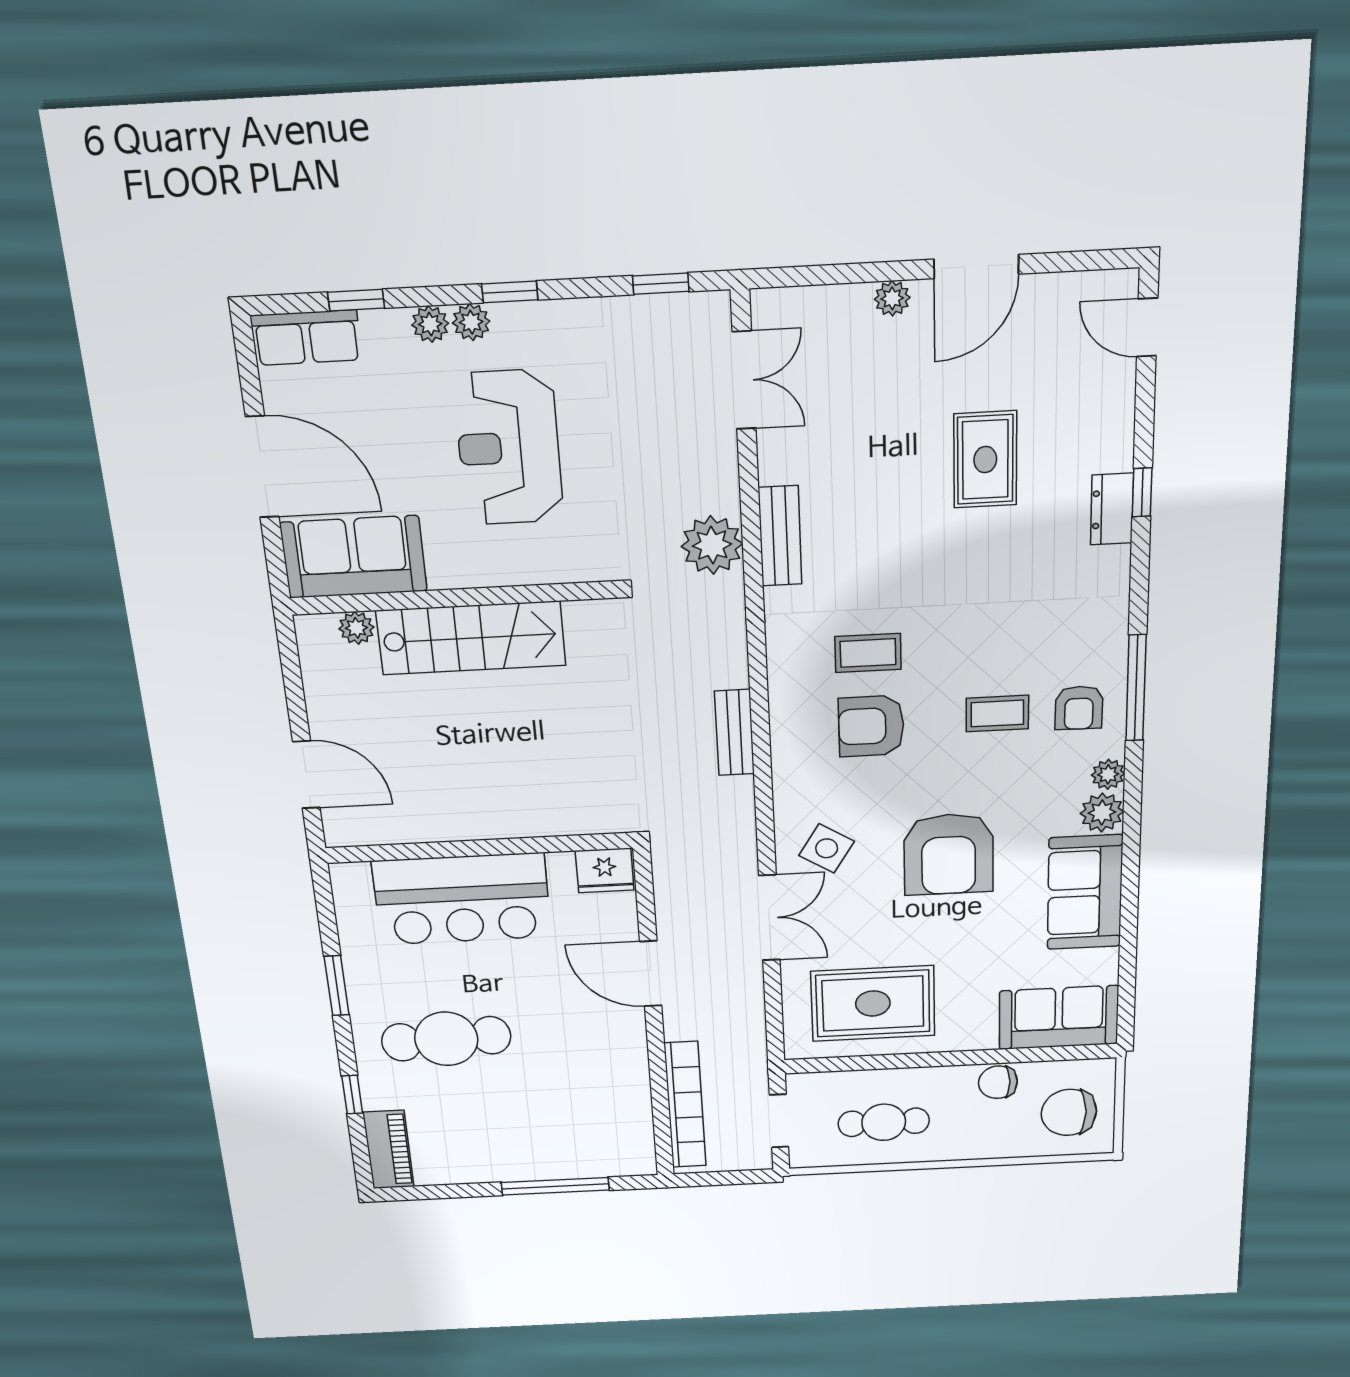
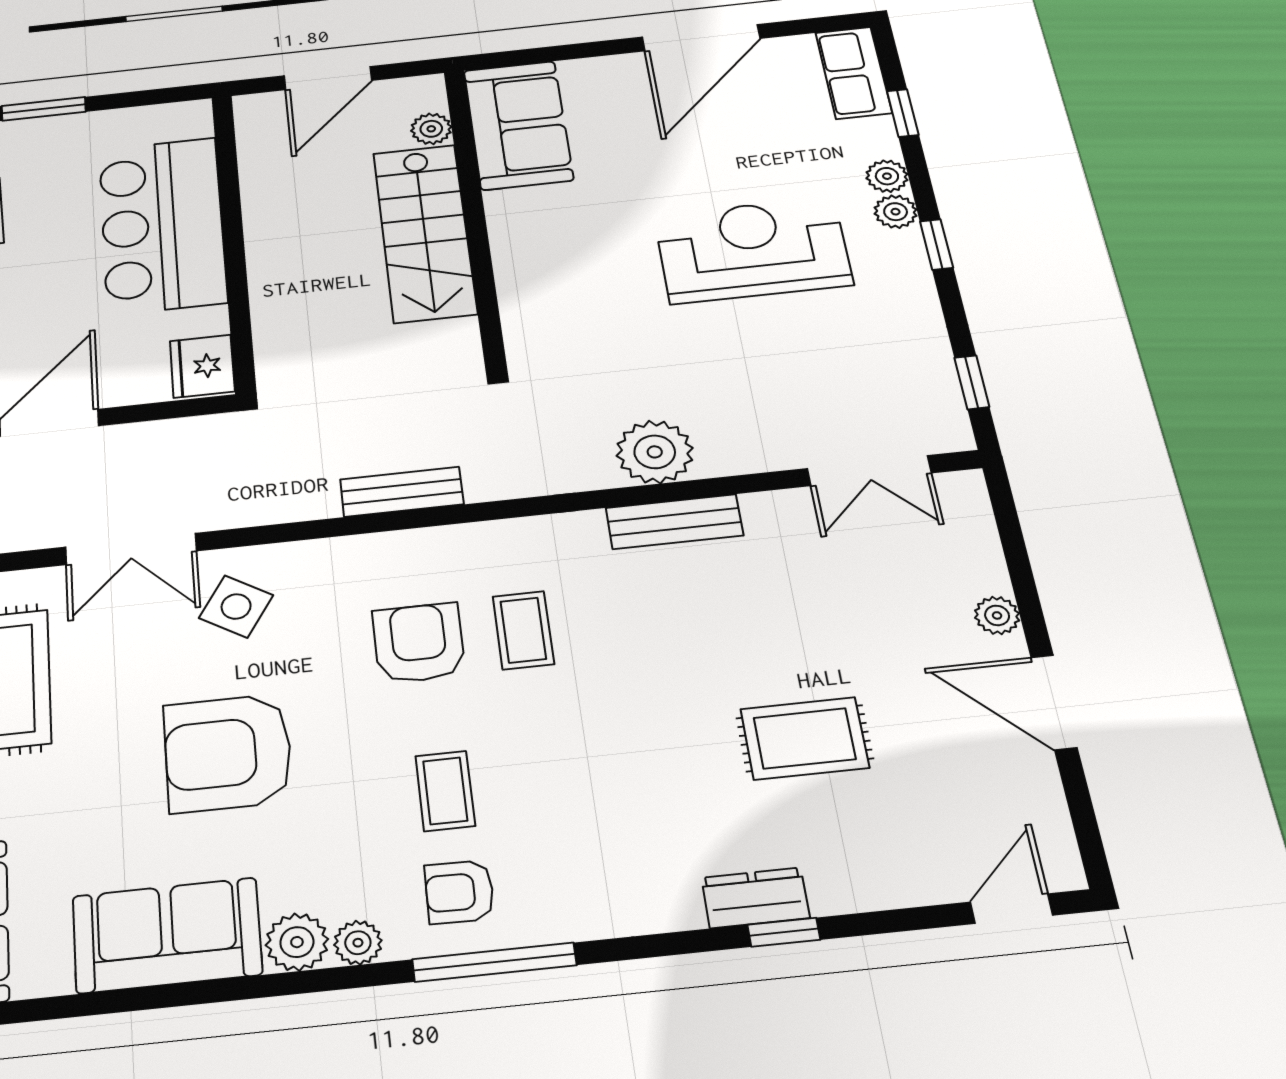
sofa: (354, 557) -> (518, 125), moved
wall: (452, 598) -> (474, 214), moved
plant: (356, 628) -> (431, 129), moved
stairs: (471, 638) -> (425, 233), moved

